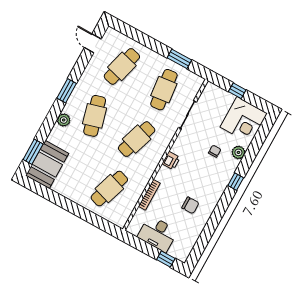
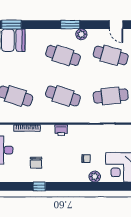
door: (93, 43) -> (116, 25), swing flipped
cafe table: (95, 116) -> (63, 55), turned 33
plant: (64, 120) -> (81, 34), moved
window: (236, 182) -> (39, 186), moved

